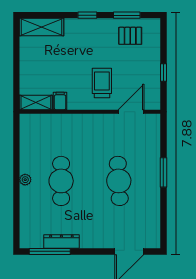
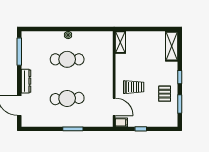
pallet: (130, 36) -> (165, 94), moved
filing cabinet: (60, 101) -> (121, 122), moved
dresser: (61, 241) -> (26, 81), moved

